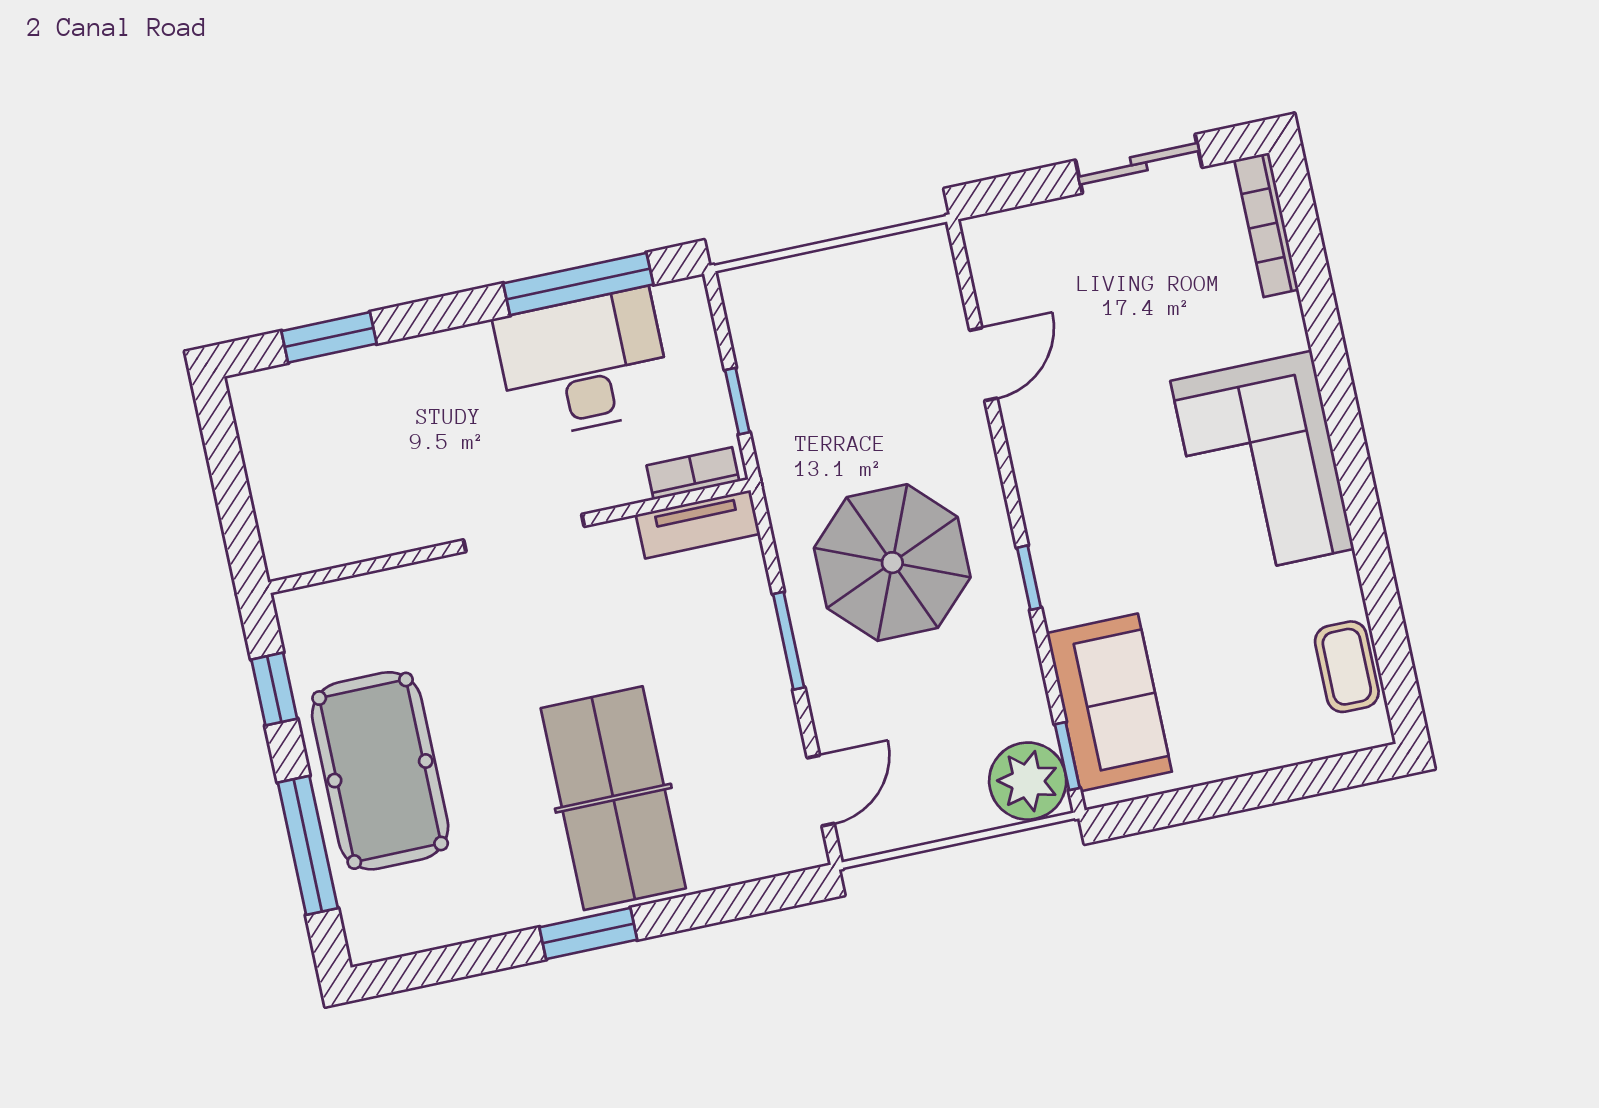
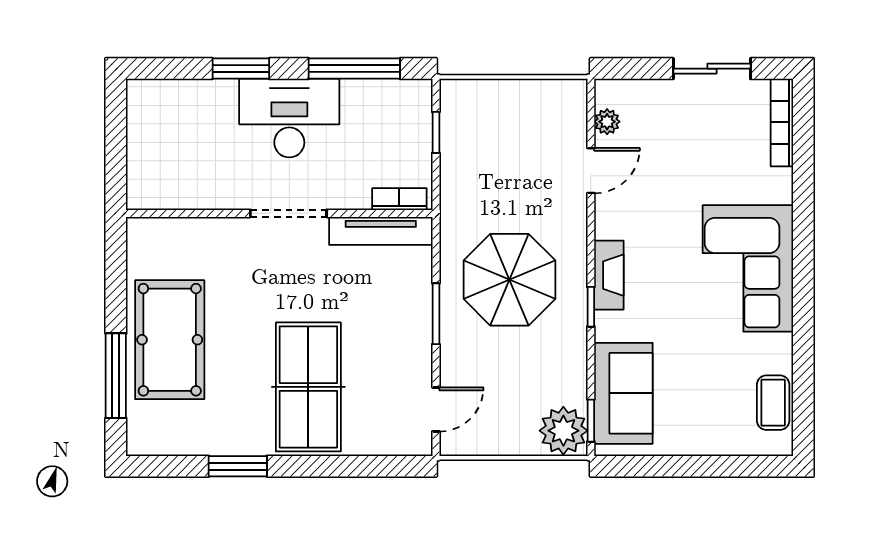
plant: (992, 282) -> (607, 122), added
window: (329, 337) -> (241, 69), moved
desk: (583, 364) -> (289, 118), moved
window: (737, 401) -> (436, 132), moved
fireplace: (1047, 522) -> (609, 275), added
tv unit: (698, 524) -> (381, 231), width x1.41
window: (274, 689) -> (116, 276), removed
window: (588, 933) -> (238, 466), moved

